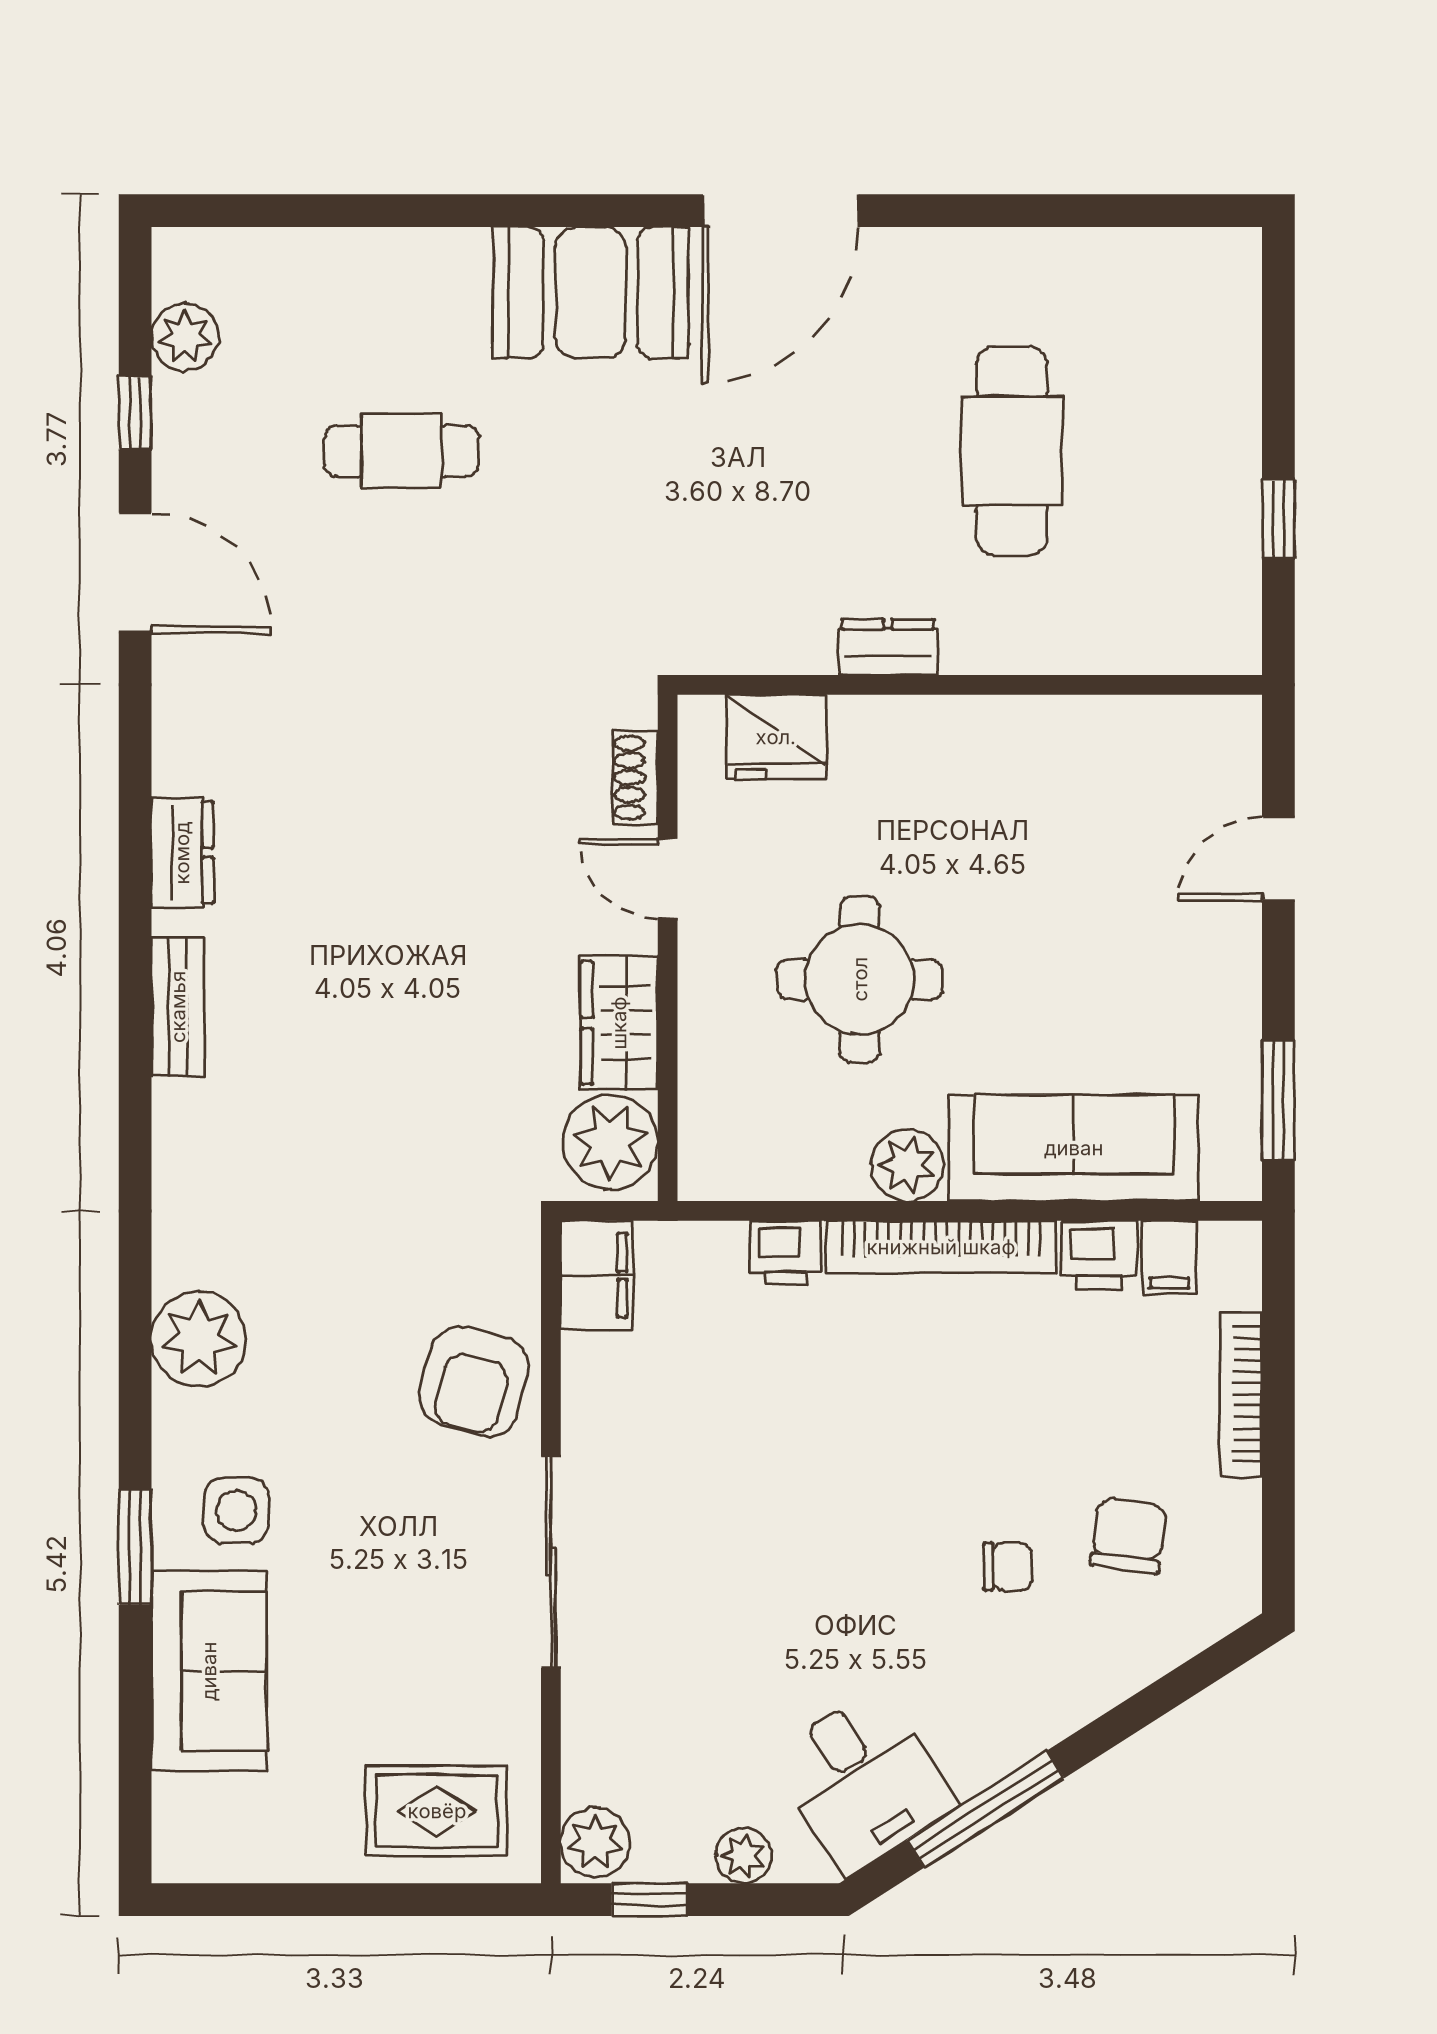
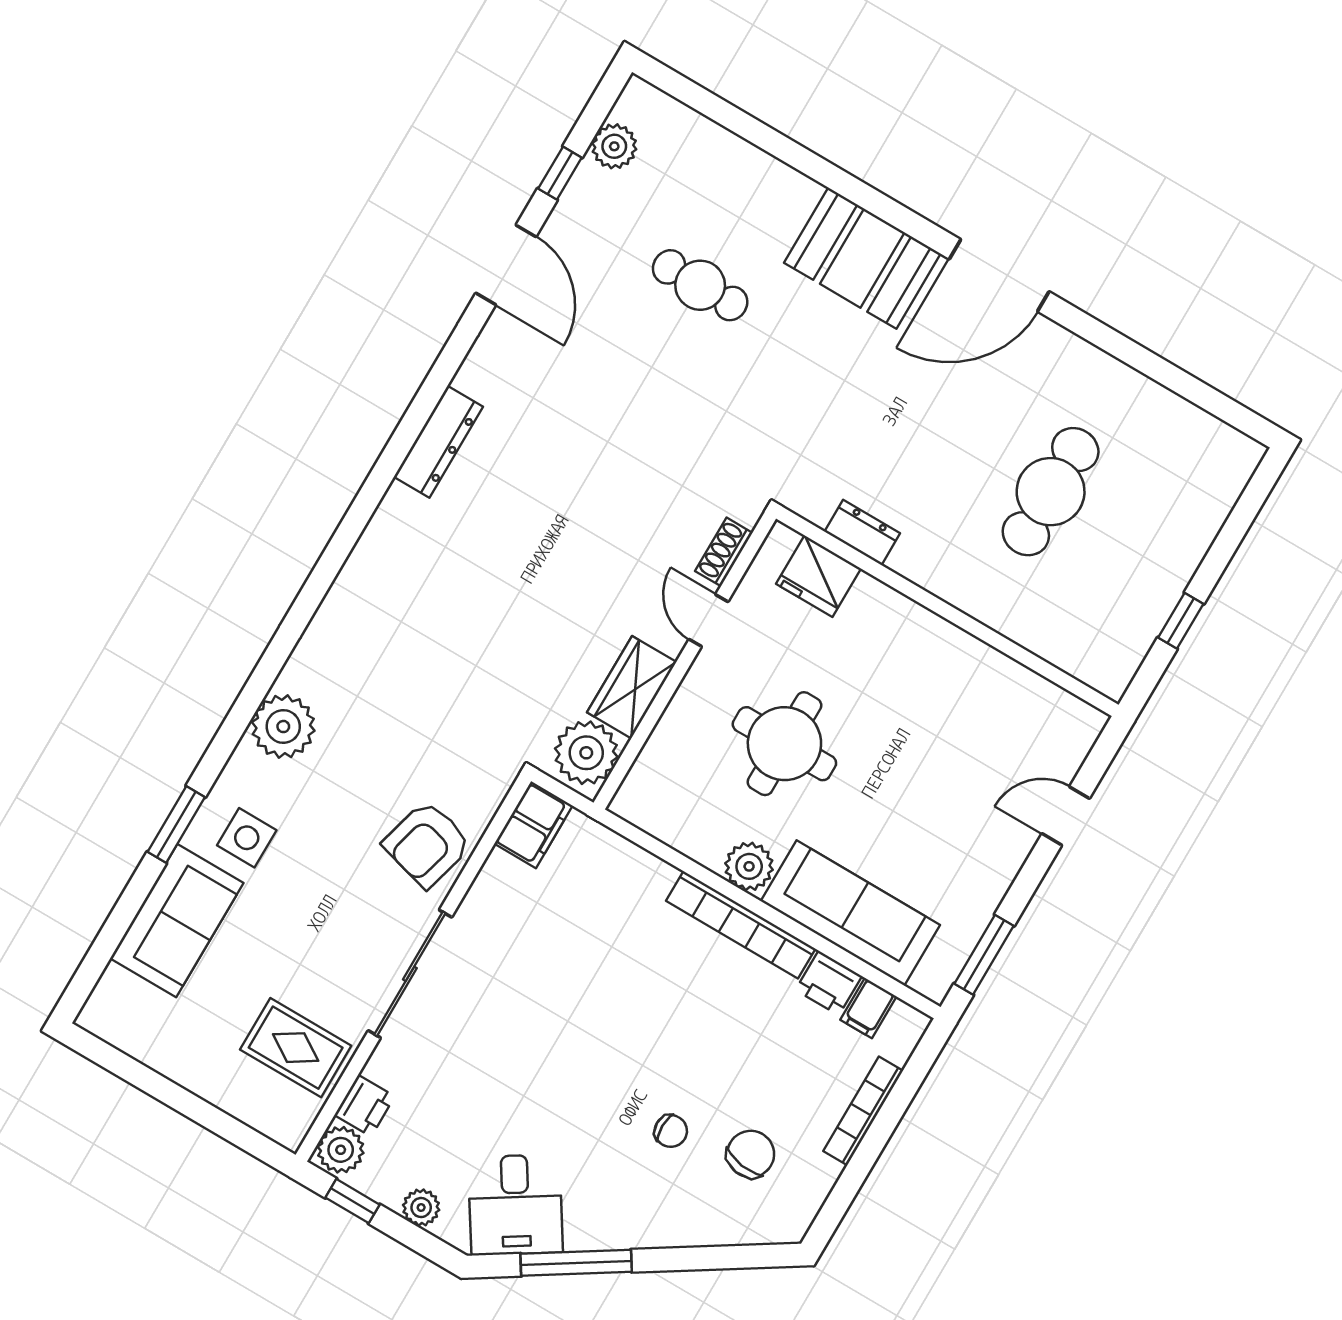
dresser: (888, 647) -> (862, 532), moved
dresser: (182, 853) -> (438, 442), width x1.44
bench: (178, 1007) -> (384, 529), removed
printer: (786, 1253) -> (365, 1106), moved, turned -90
rug: (437, 1811) -> (296, 1048), moved

